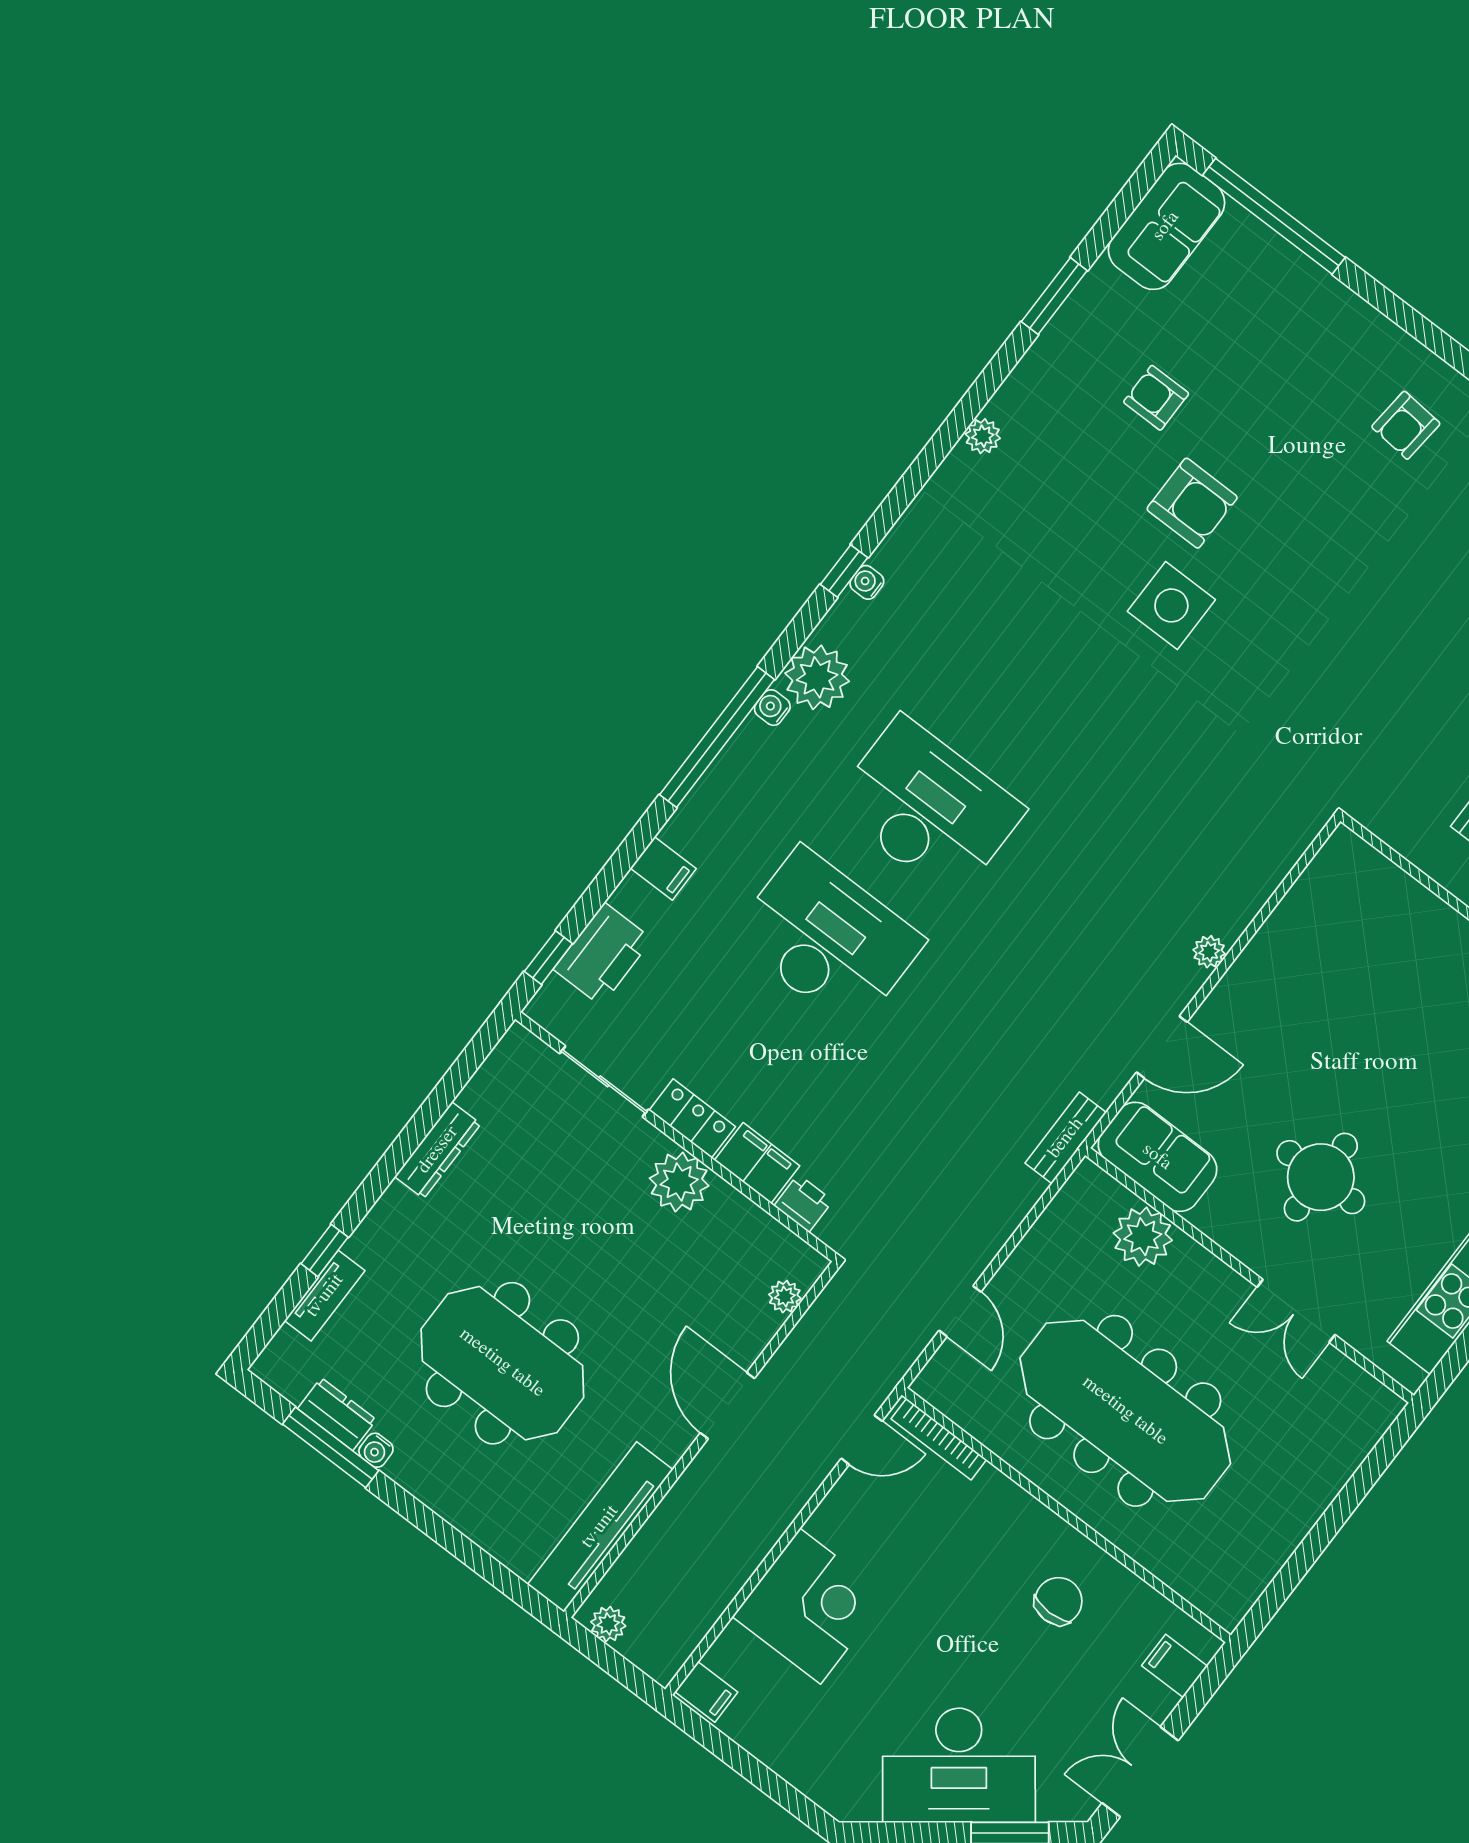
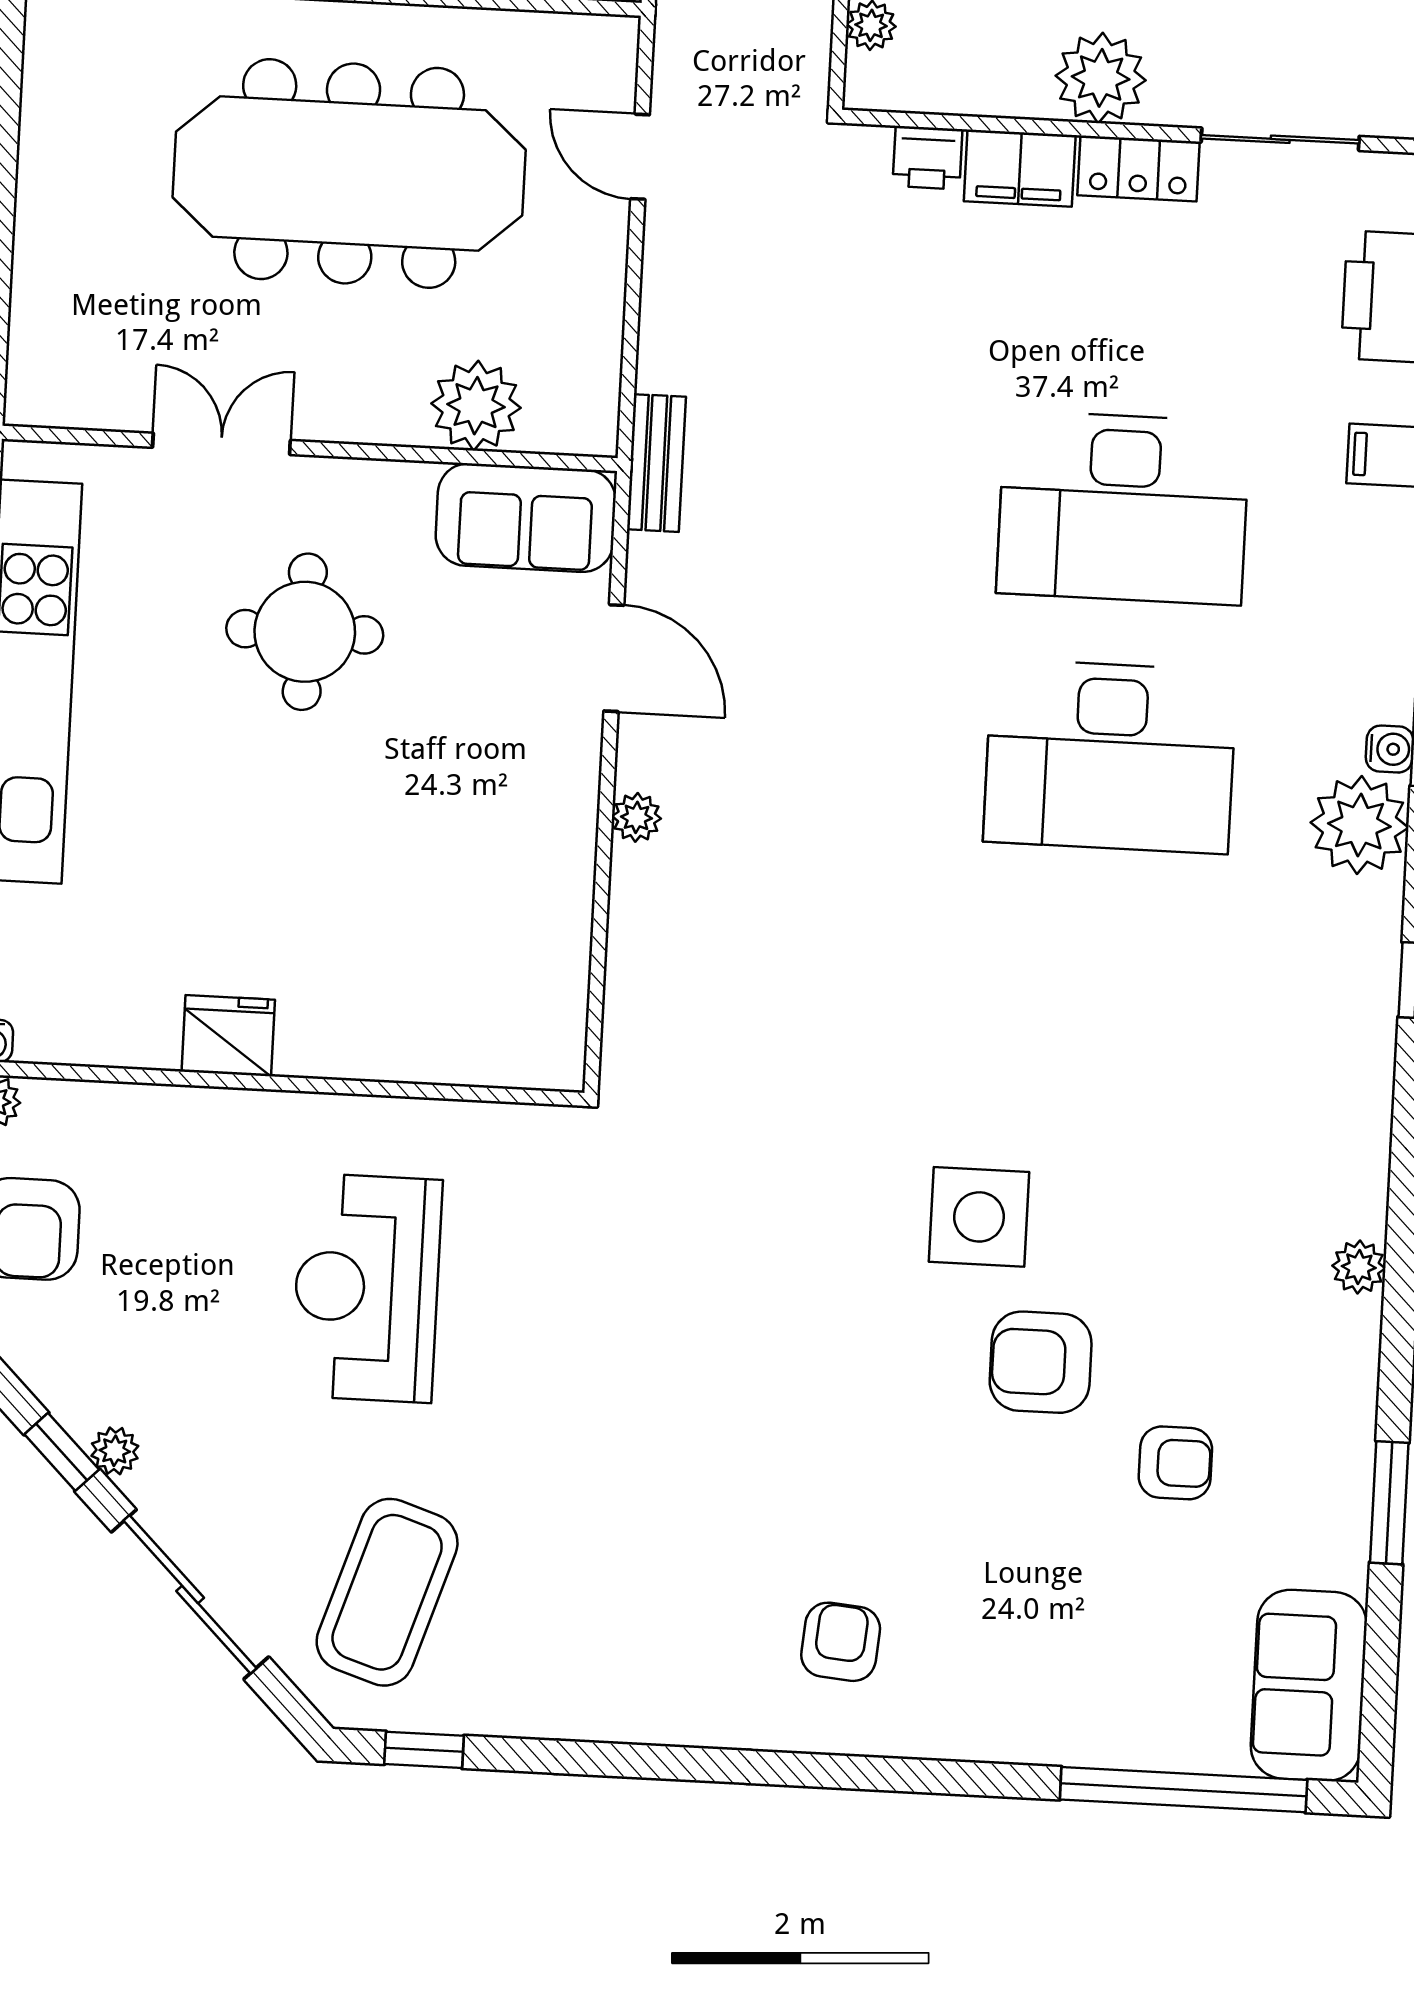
water cooler: (867, 582) -> (1378, 986), removed
door: (1162, 1047) -> (614, 658), swing flipped

